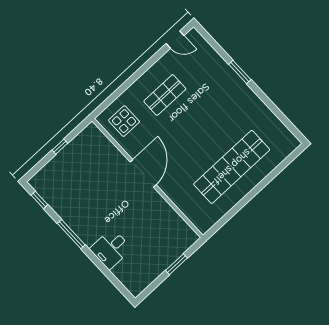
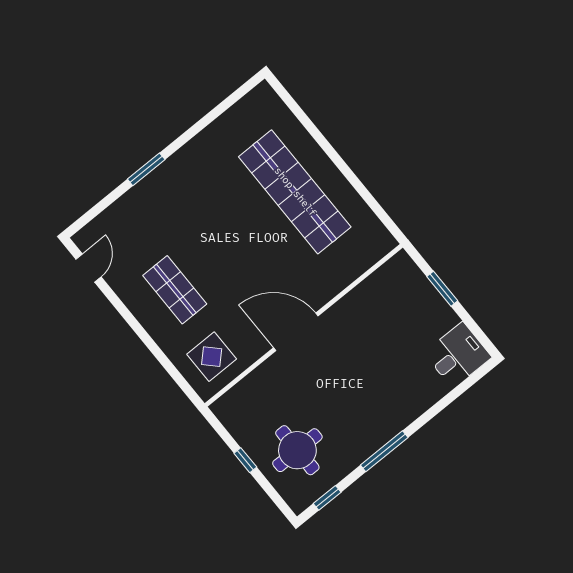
round table: (68, 179) -> (297, 450), added
desk: (111, 249) -> (458, 355), moved, turned -90

